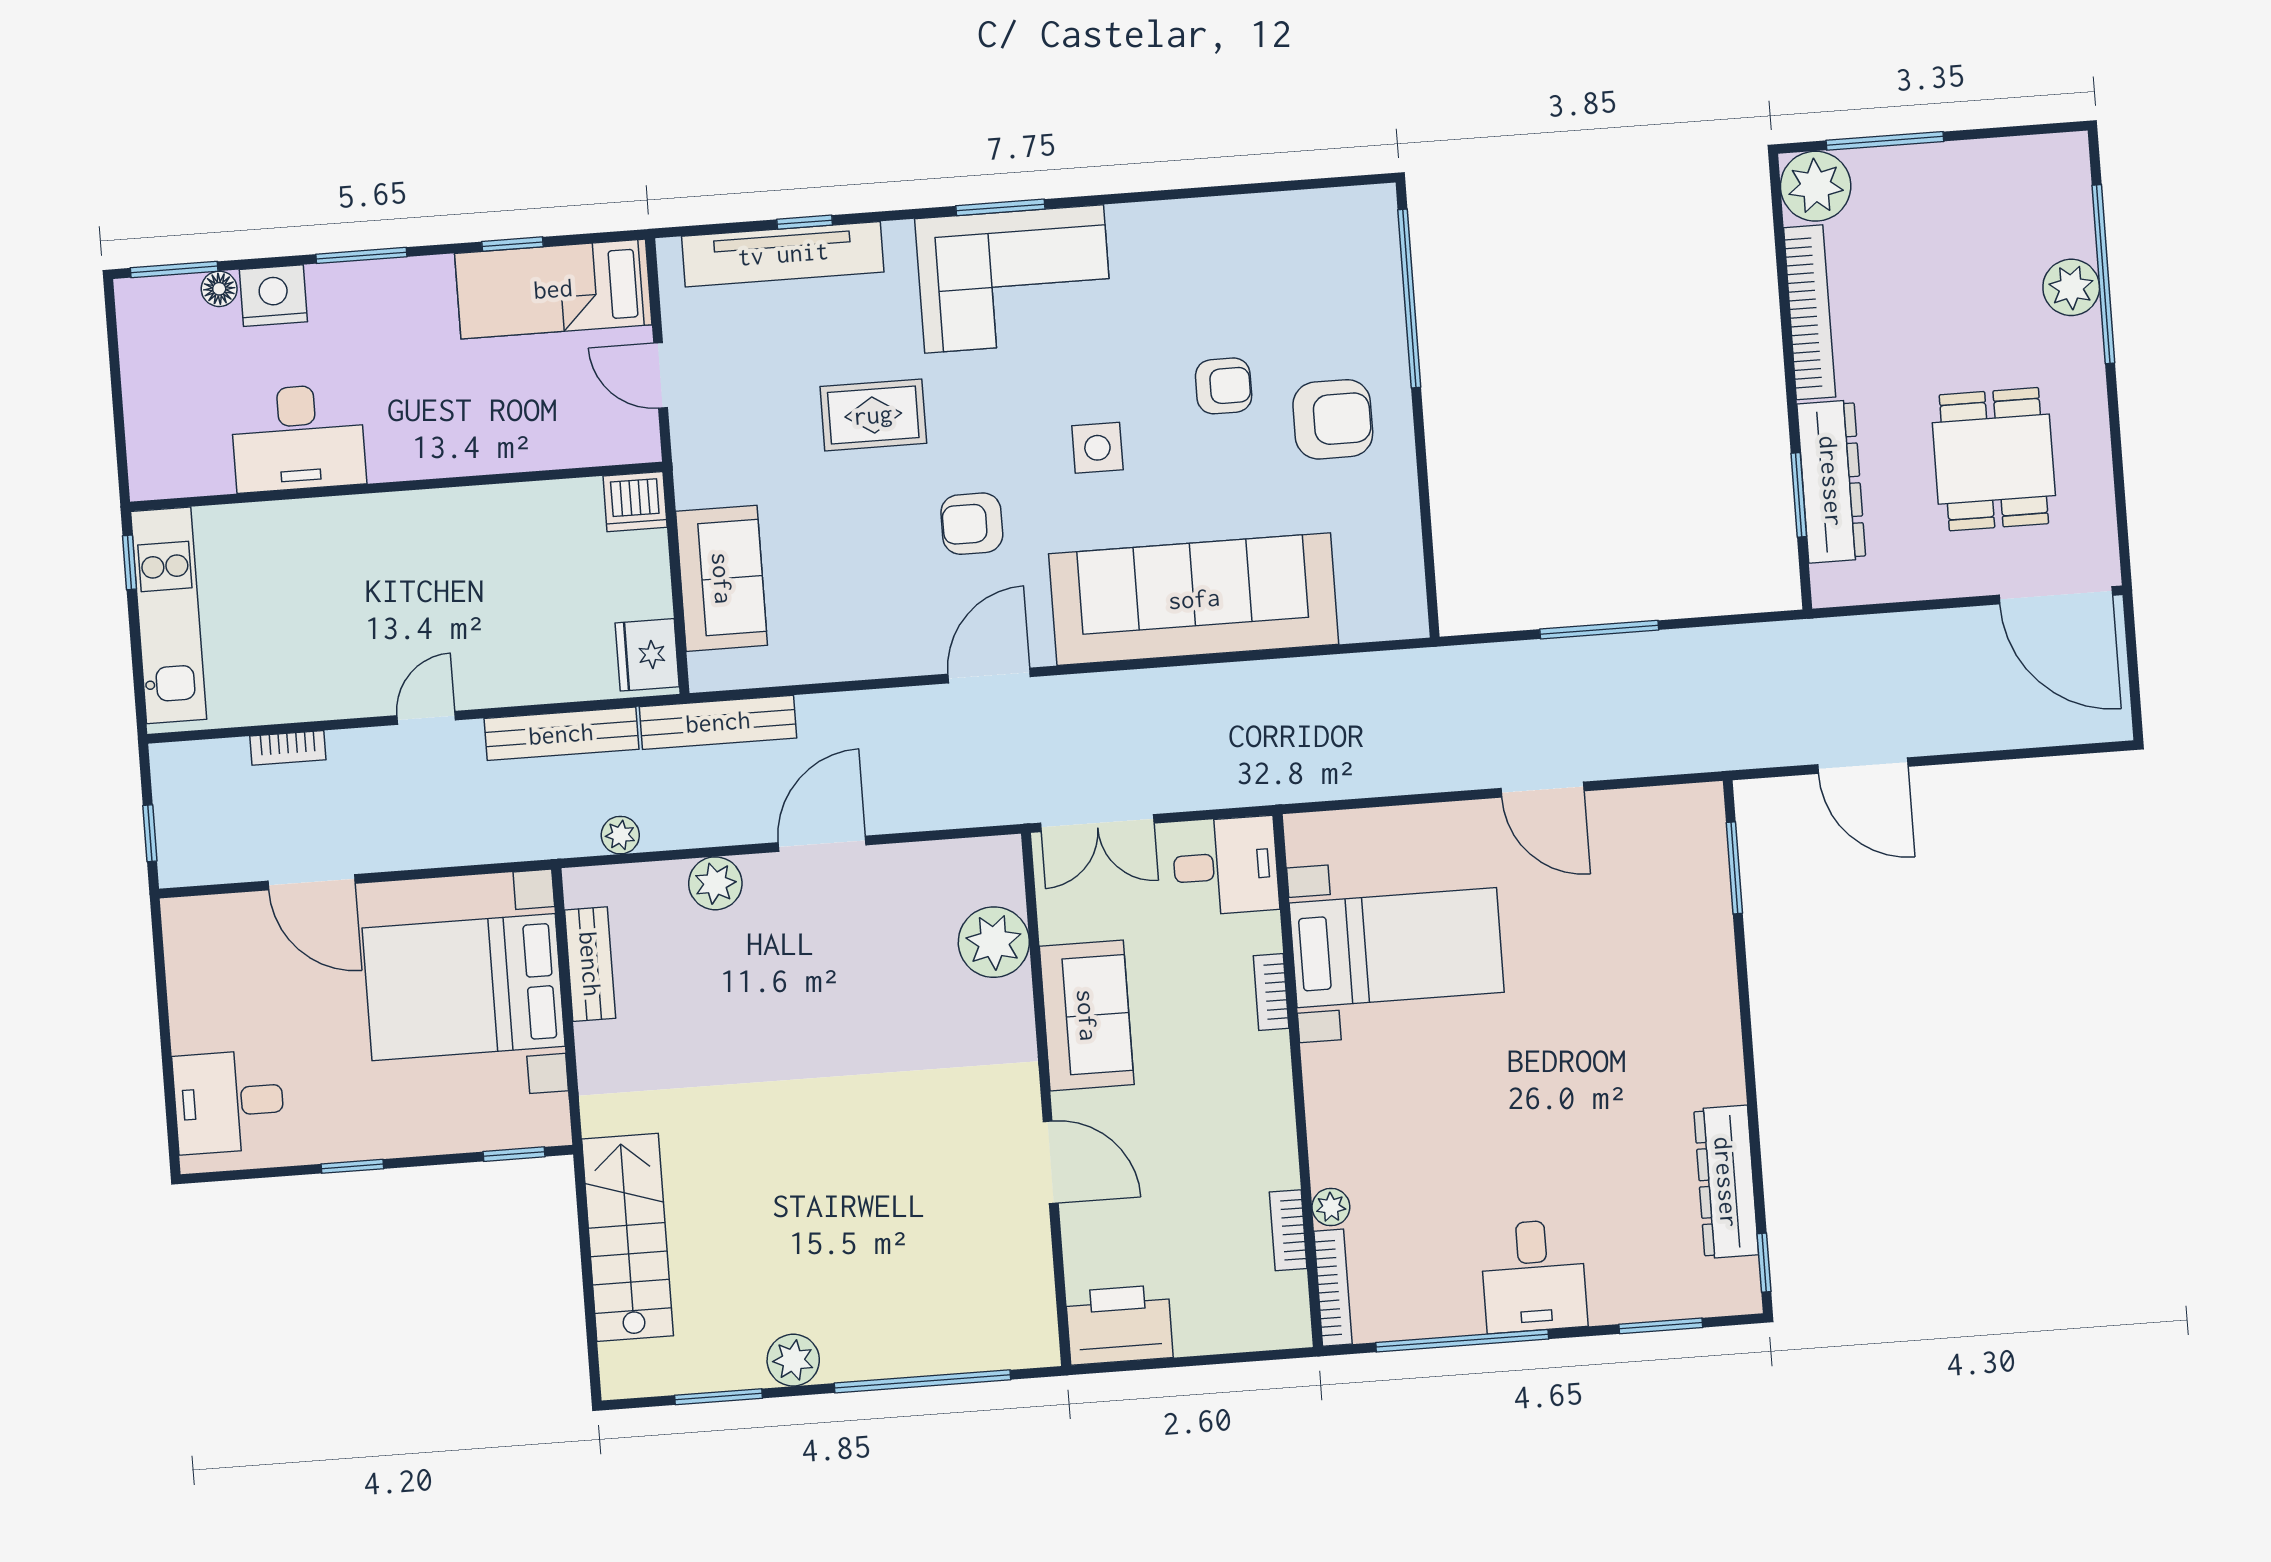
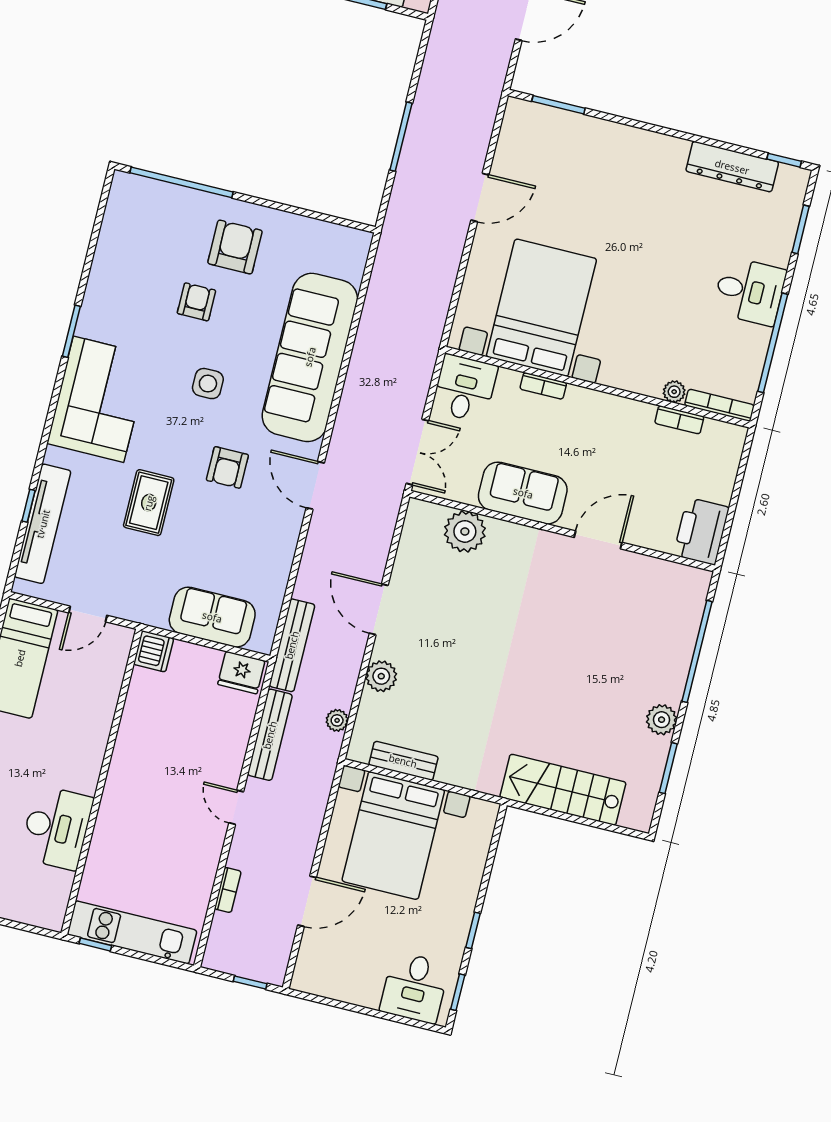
window: (1000, 207) -> (71, 331), moved
bed with nightstands: (1397, 948) -> (541, 308), width x1.36
window: (514, 1154) -> (458, 992), moved

